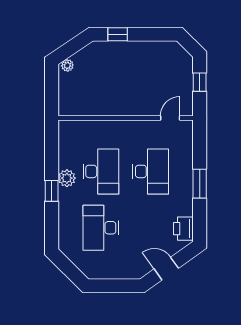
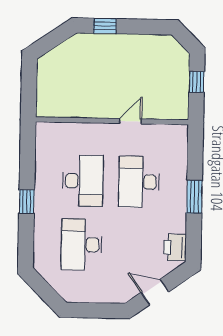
plant: (67, 65) -> (47, 60), removed
door: (170, 118) -> (131, 121), moved
desk: (151, 171) -> (139, 182), turned 180
plant: (67, 178) -> (44, 188), removed

